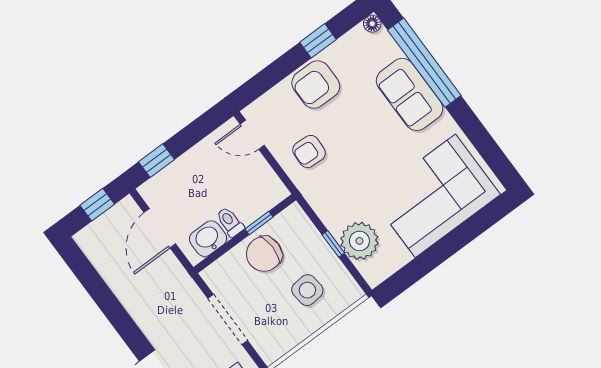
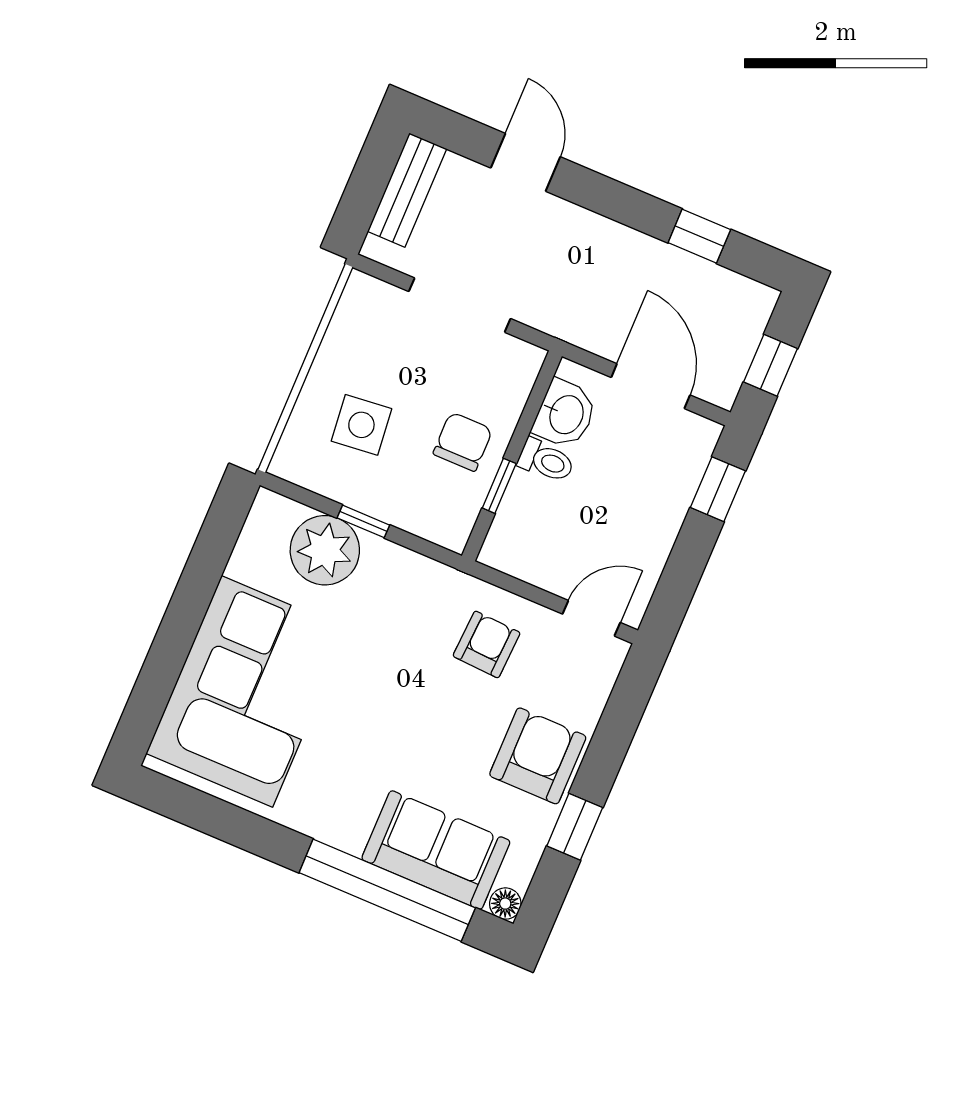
sofa: (410, 94) -> (436, 850), moved
chair: (264, 254) -> (463, 442), width x0.73, depth x0.73
window: (95, 286) -> (699, 236), added

